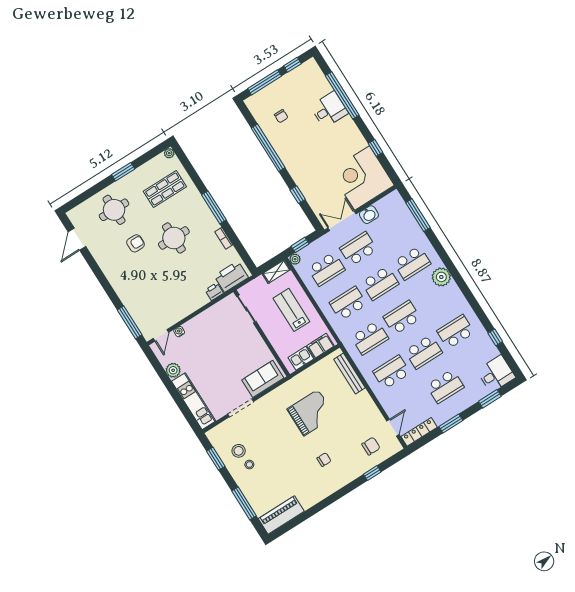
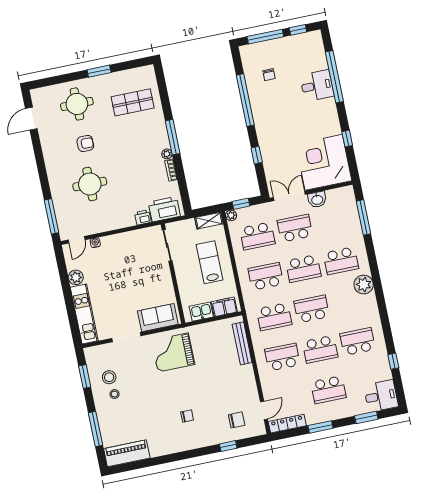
plant: (169, 153) -> (167, 154), moved
round table: (174, 238) -> (90, 184), moved
grand piano: (311, 413) -> (173, 352), moved, turned 180

